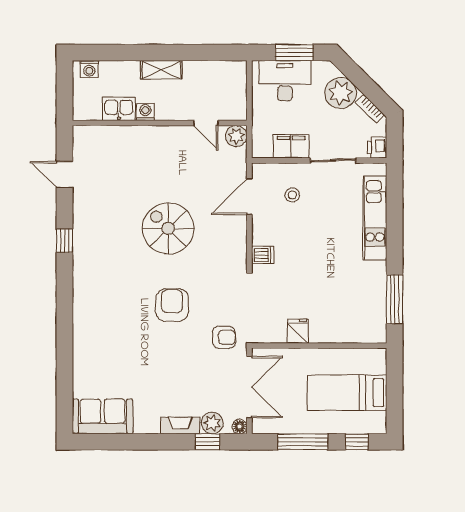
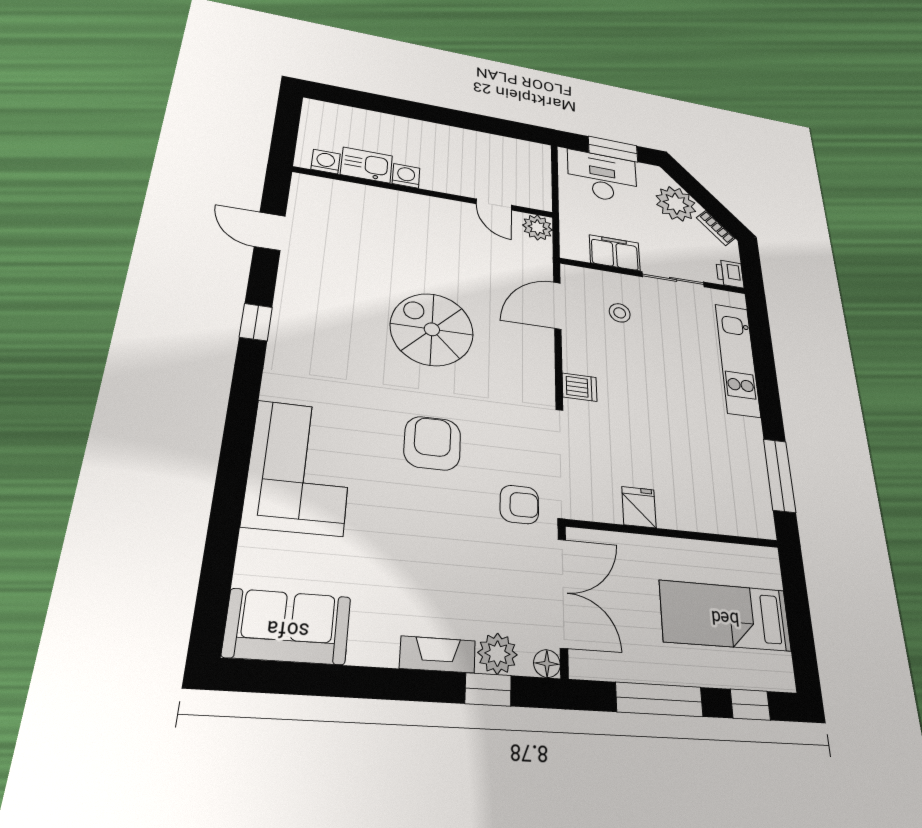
washing machine: (89, 69) -> (326, 162), moved, turned 180
shelving: (161, 70) -> (432, 133), removed
corner sofa: (99, 329) -> (300, 467), added

